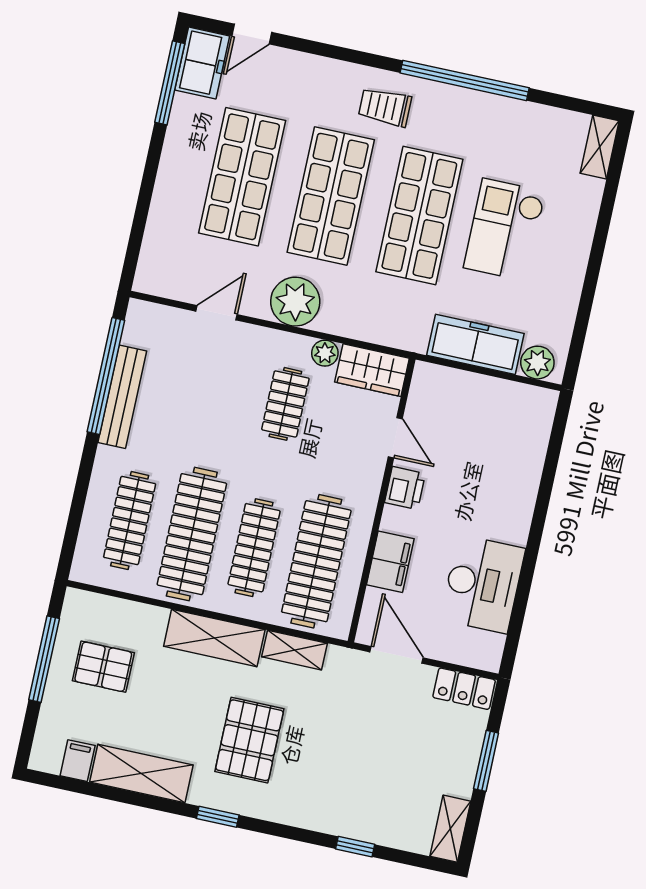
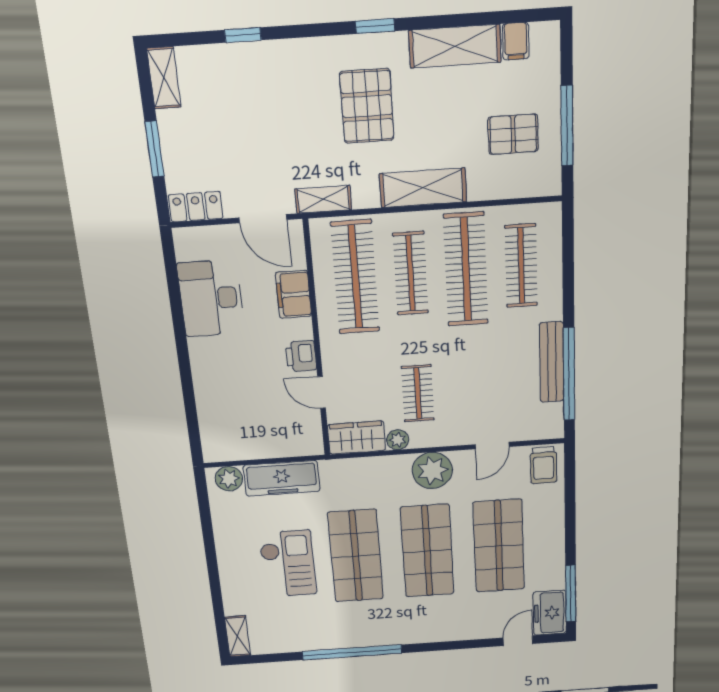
trolley: (385, 107) -> (544, 465), moved, turned 90
shelving: (295, 650) -> (323, 199), moved

